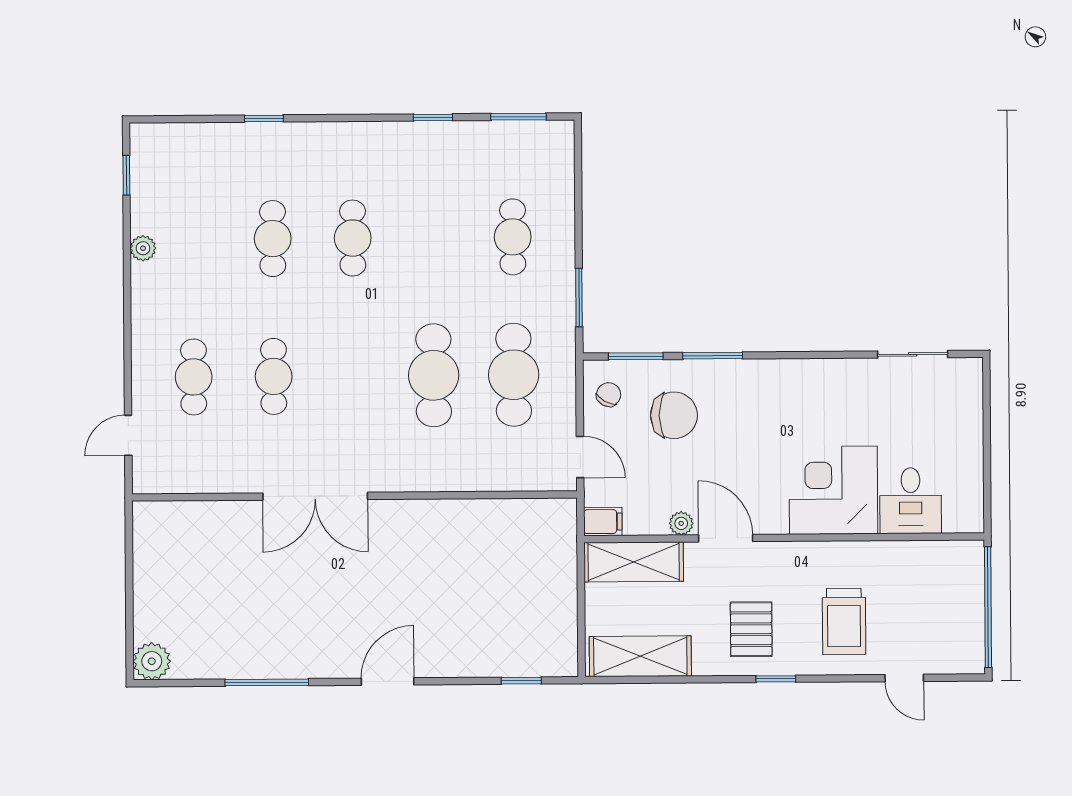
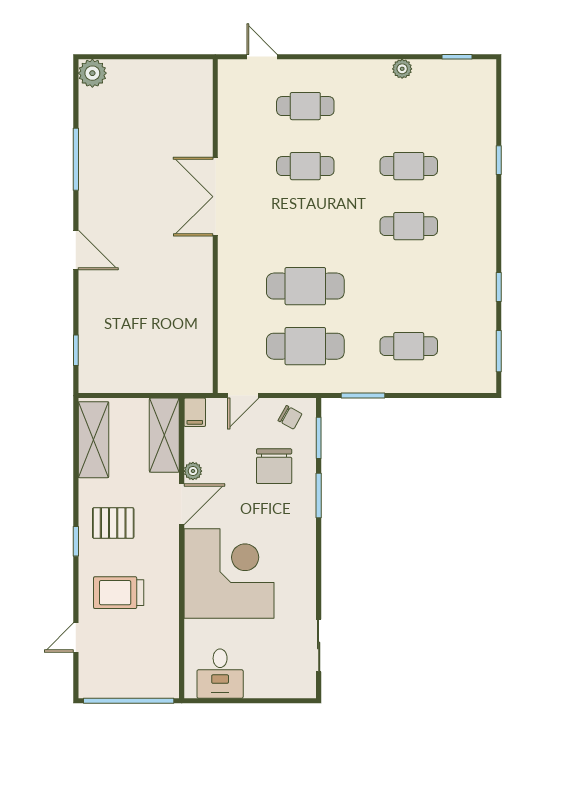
corner desk: (833, 490) -> (229, 573), width x1.36, depth x1.36
desk: (911, 501) -> (220, 674), moved, turned -90

